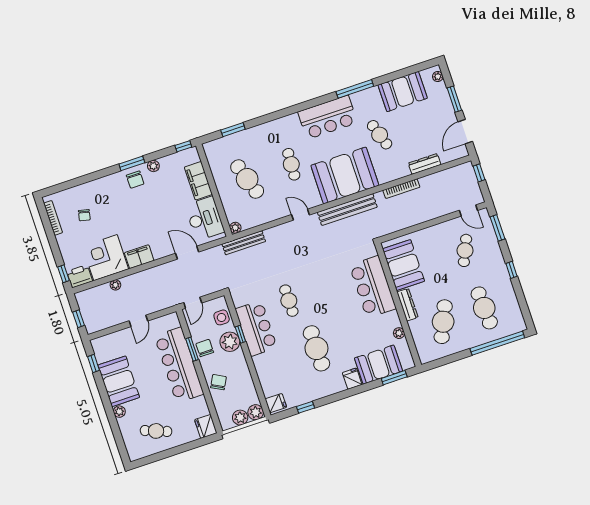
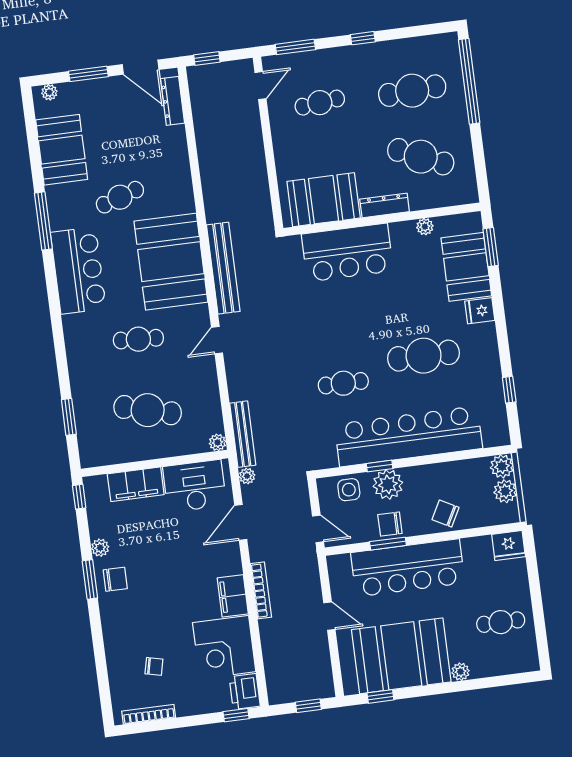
dresser: (425, 164) -> (172, 101), moved
cafe table: (247, 179) -> (148, 410), turned 33
bookcase: (401, 189) -> (261, 590), moved
cafe table: (465, 250) -> (320, 103), turned -30
plant: (115, 285) -> (247, 476), moved
bar counter: (256, 328) -> (408, 436), width x1.86
booth: (119, 381) -> (401, 656), width x1.36, depth x1.42
fridge: (276, 403) -> (494, 433), removed
cafe table: (156, 431) -> (501, 622), turned 69

